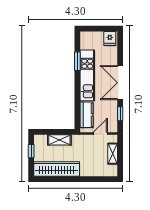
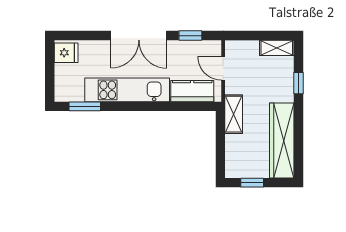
window: (77, 61) -> (85, 106), moved
shelving: (59, 140) -> (234, 114), moved
shelving: (113, 154) -> (277, 48), moved
window: (91, 179) -> (299, 83), added

